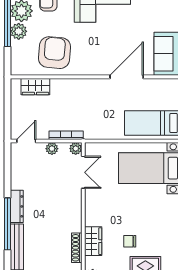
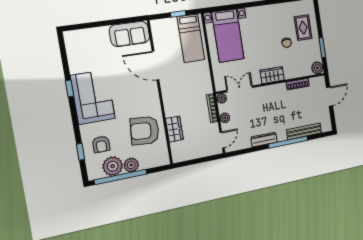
wardrobe: (35, 87) -> (174, 129), moved
door: (26, 141) -> (222, 140), swing flipped
dresser: (17, 206) -> (264, 139), moved
wardrobe: (93, 241) -> (272, 75), moved

